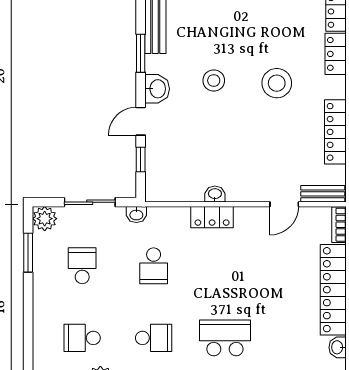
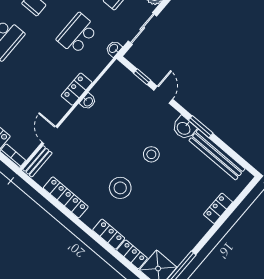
washbasin: (157, 89) -> (184, 128), moved
school desk: (154, 266) -> (77, 34), width x1.85

